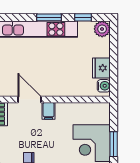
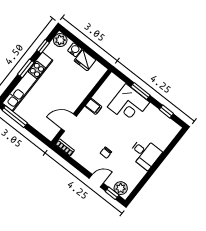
water cooler: (104, 86) -> (75, 50), moved
filing cabinet: (49, 111) -> (93, 106), moved

